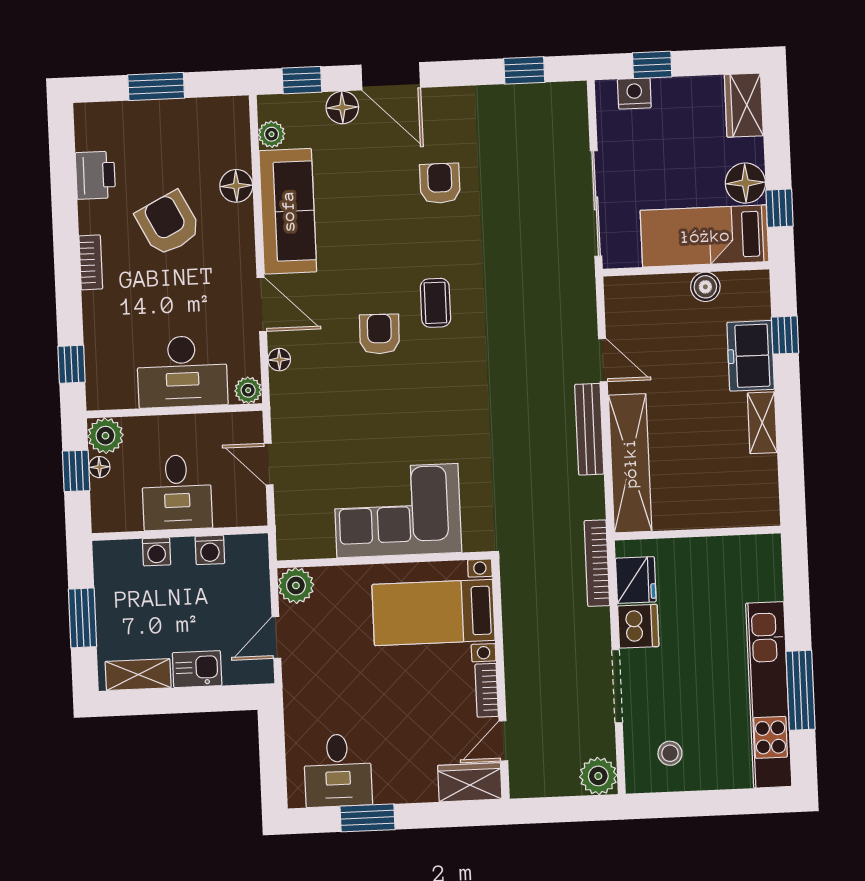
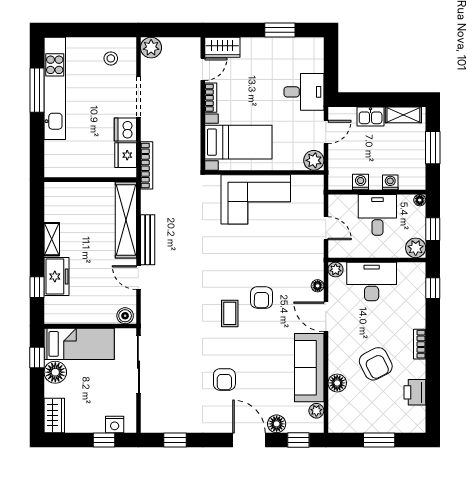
boiler: (705, 287) -> (125, 316), moved
floor lamp: (99, 467) -> (420, 200), moved
desk: (338, 770) -> (304, 92), moved, turned 90

